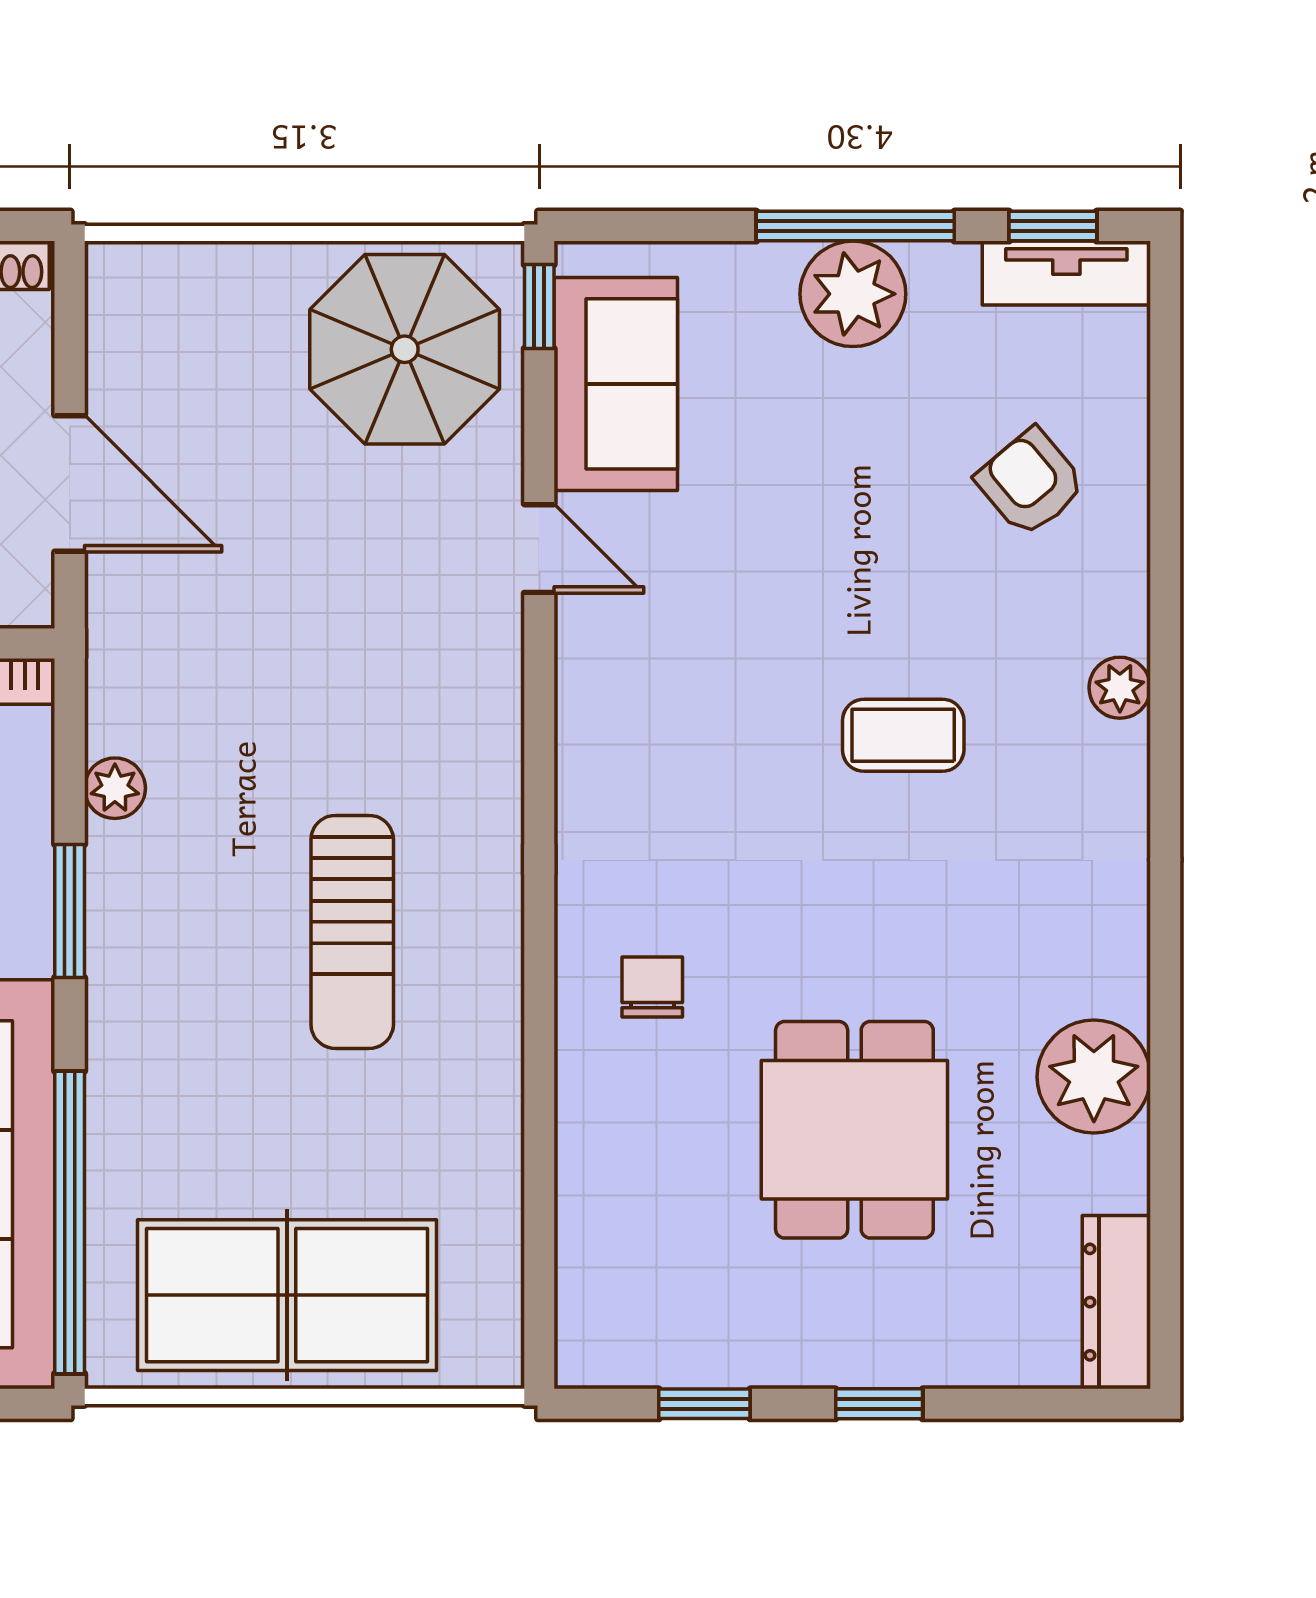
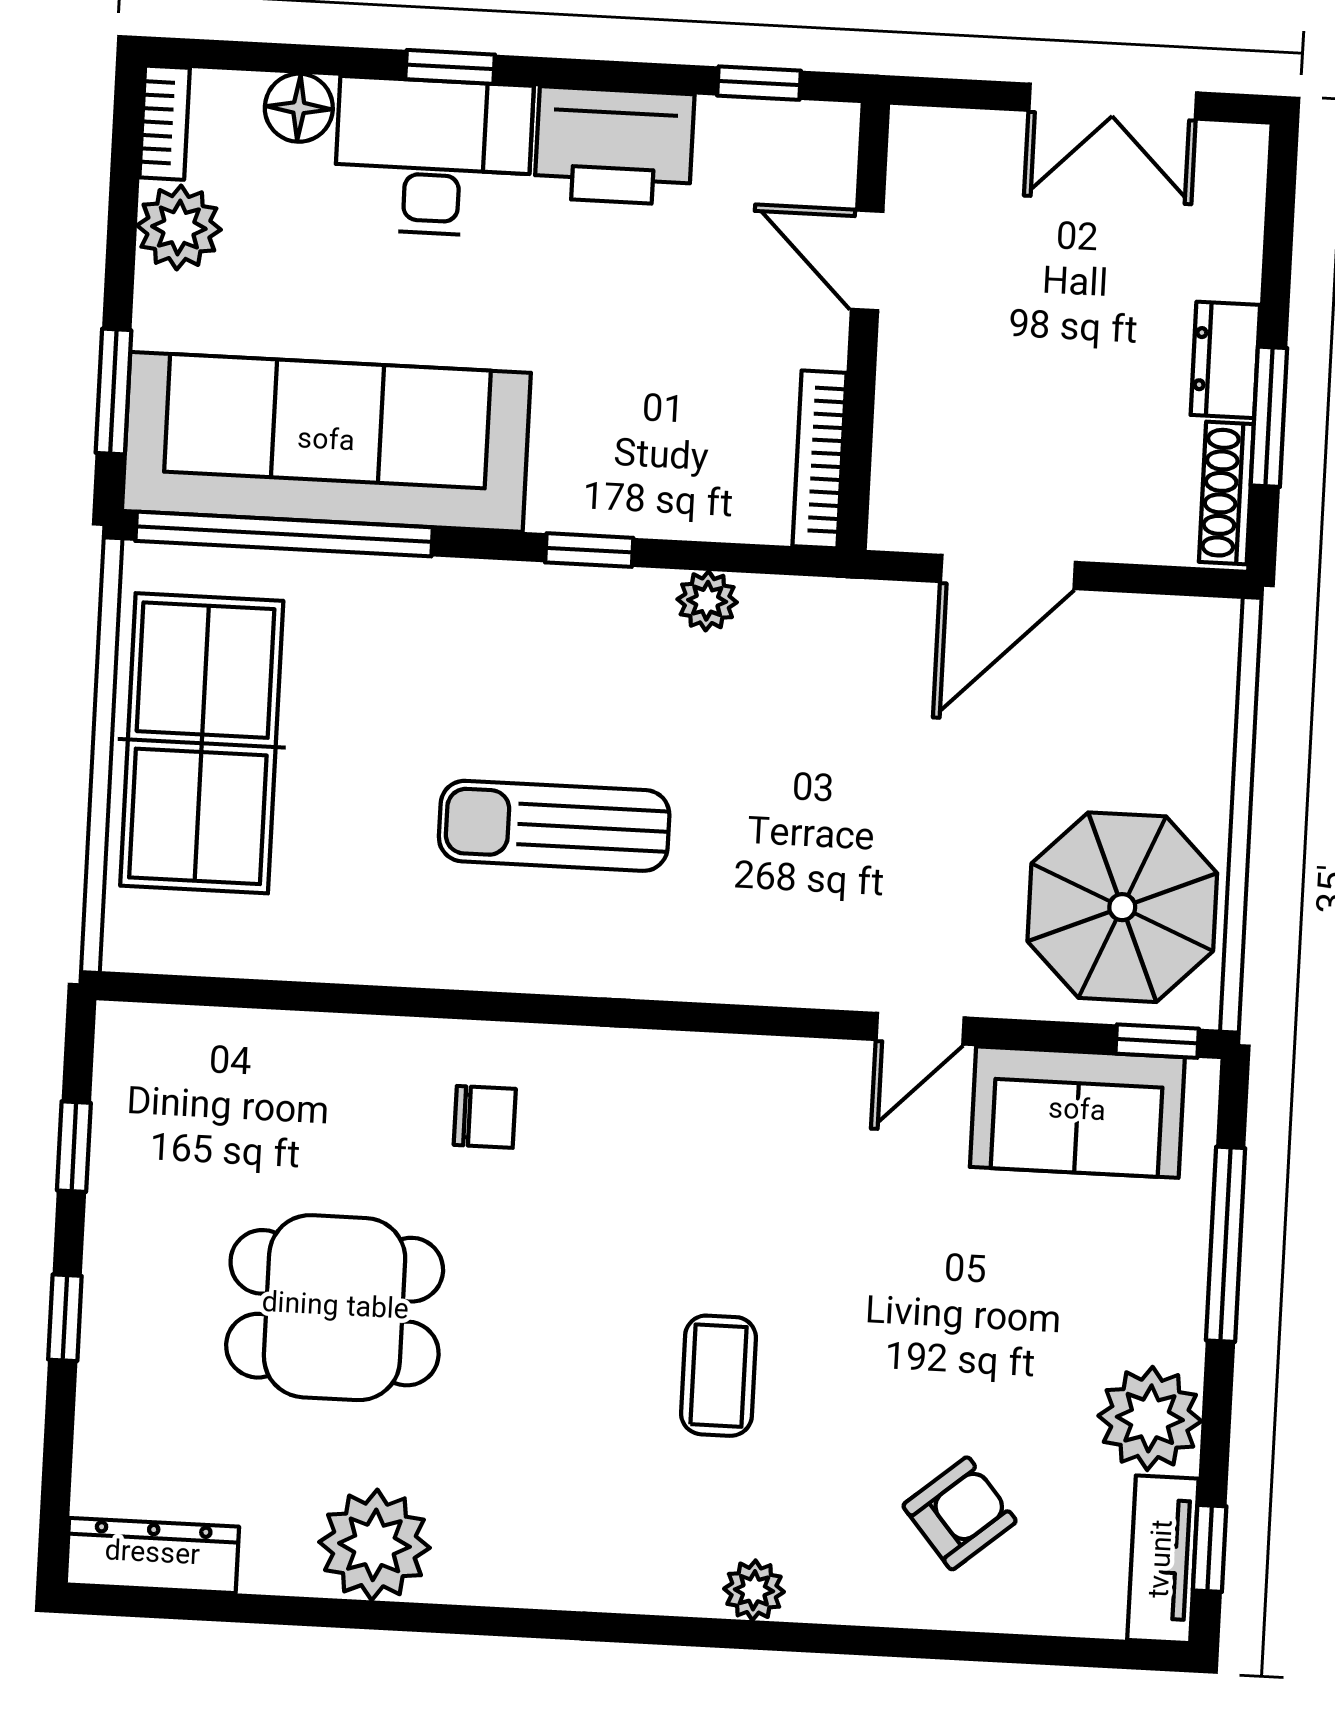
window: (855, 226) -> (1226, 1244), moved
plant: (853, 294) -> (1150, 1418), moved
window: (70, 911) -> (589, 550), width x0.67

